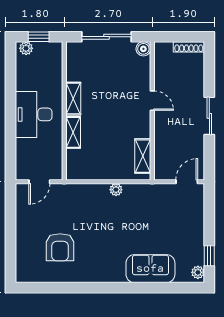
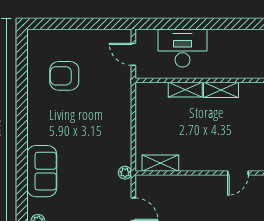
door: (152, 101) -> (238, 173), moved
desk: (34, 114) -> (182, 48), moved
plant: (116, 190) -> (125, 173), moved

